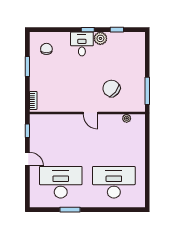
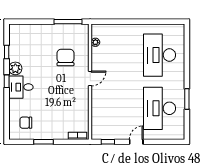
chair: (111, 88) -> (65, 57), turned 141

